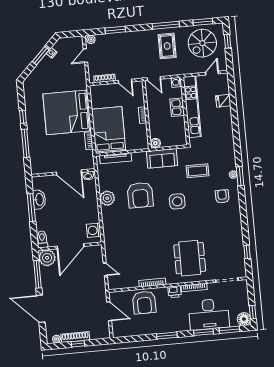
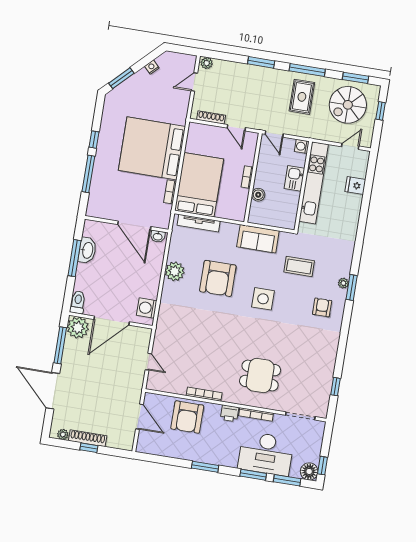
window: (115, 30) -> (261, 62), moved
window: (41, 56) -> (121, 78), moved
boiler: (155, 143) -> (258, 195), moved
dining table: (190, 258) -> (260, 376), width x0.73

